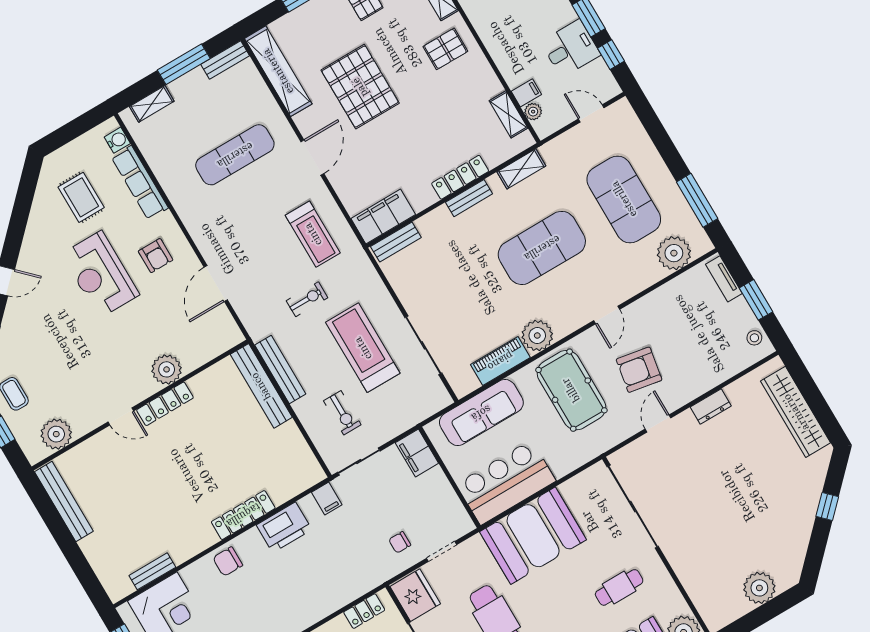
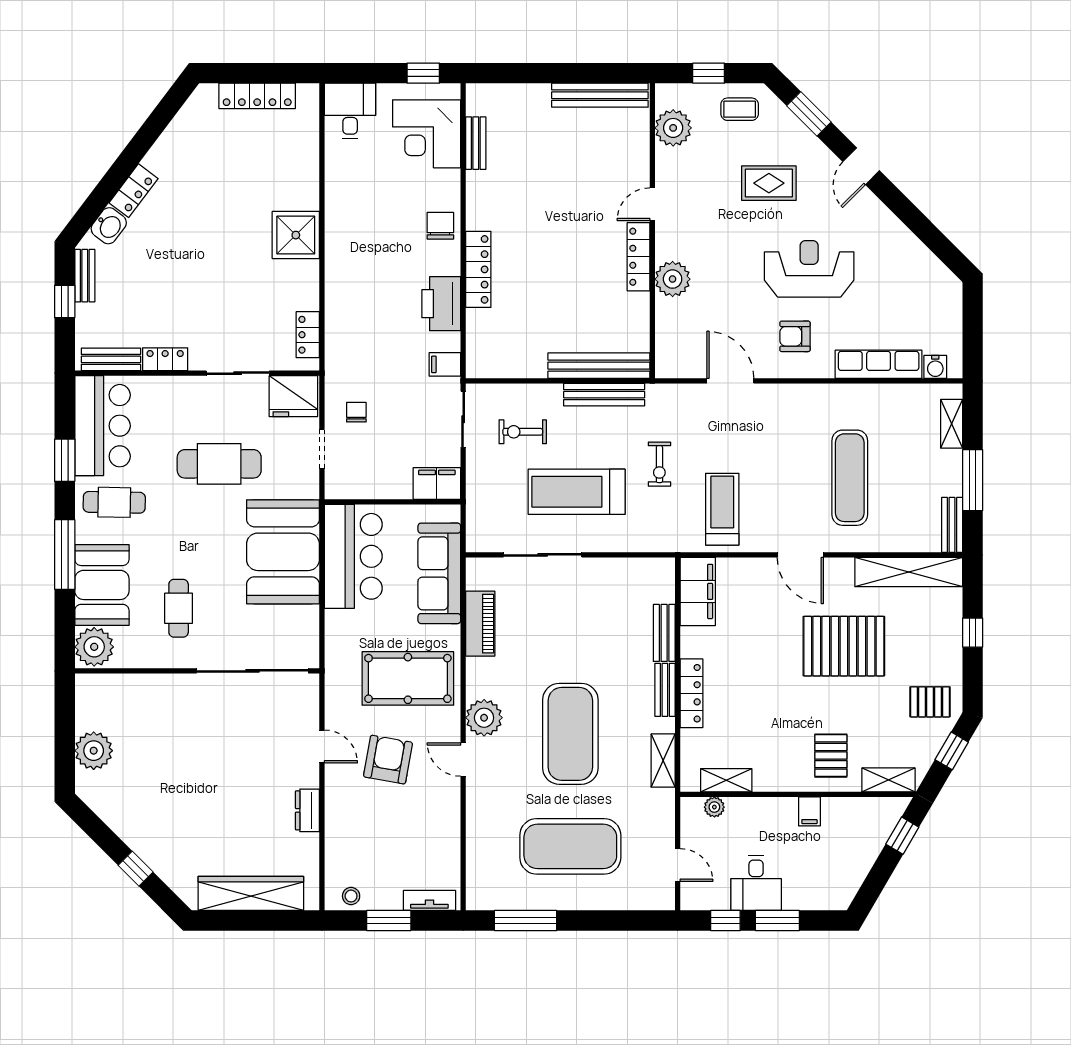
filing cabinet: (526, 93) -> (809, 811), moved
door: (591, 113) -> (678, 865), hinge flipped
rug: (81, 197) -> (769, 183), moved
treadmill: (313, 234) -> (722, 509), turned 90
bench: (396, 242) -> (664, 633), moved
plant: (674, 253) -> (486, 865), removed
plant: (537, 336) -> (484, 718), moved
treadmill: (363, 348) -> (577, 492), turned 180

